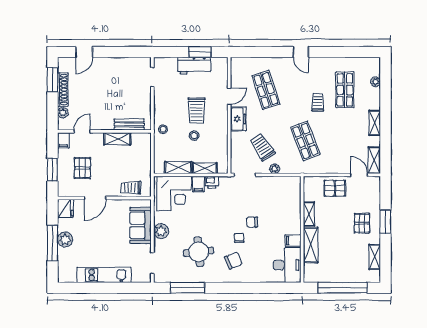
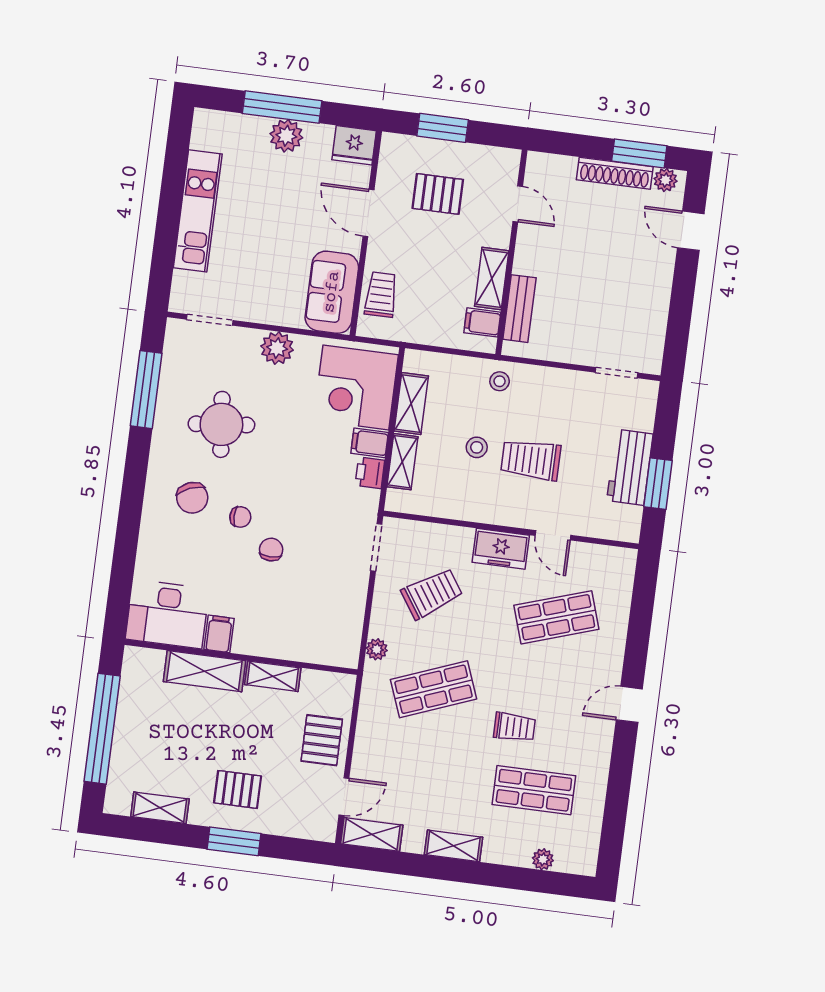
plant: (63, 113) -> (665, 180), moved
filing cabinet: (63, 140) -> (482, 322), moved
plant: (275, 169) -> (377, 649), moved
sofa: (140, 225) -> (332, 292), moved, turned -90

